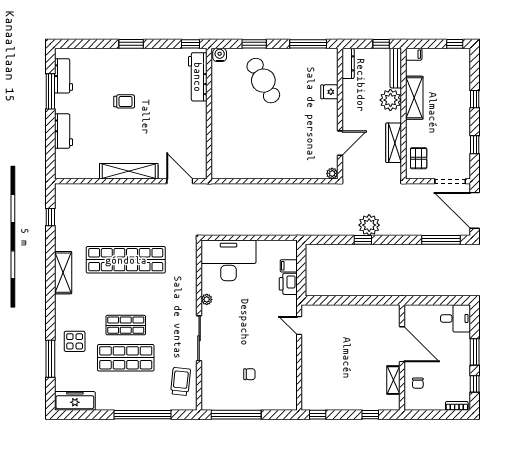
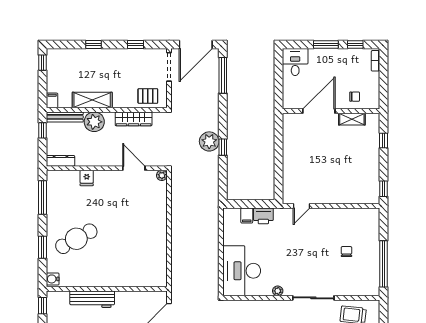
workbench: (198, 77) -> (92, 299), moved

